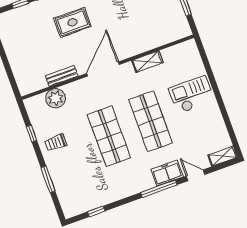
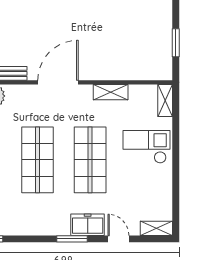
rug: (72, 22) -> (43, 18), removed
shelving: (193, 53) -> (165, 100), added
window: (159, 189) -> (72, 239), width x0.69

